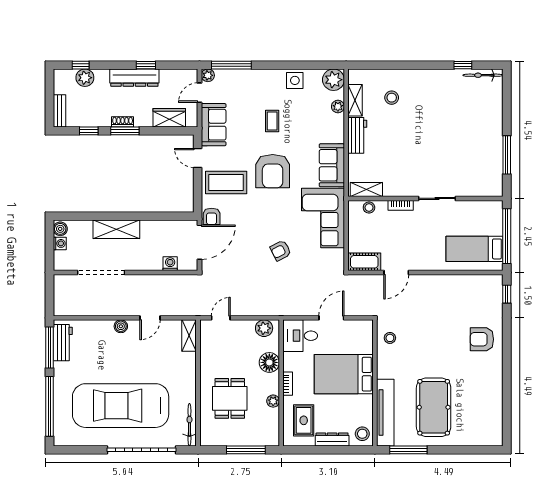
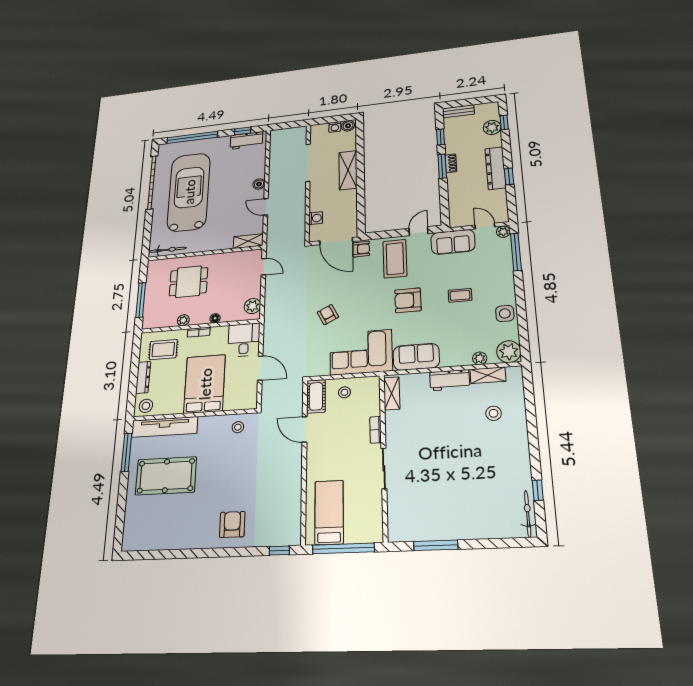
wardrobe: (169, 118) -> (457, 202), removed
armchair: (273, 171) -> (408, 300), width x0.73, depth x0.73
stool: (369, 208) -> (344, 392), moved
armchair: (212, 216) -> (361, 249), turned 180
window: (49, 347) -> (243, 131), width x0.46
floor lamp: (269, 362) -> (215, 318), width x0.53, depth x0.53
garage door: (141, 450) -> (152, 182), moved

